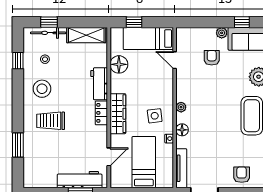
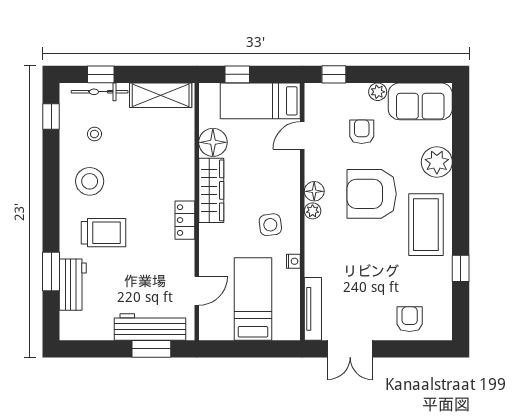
window: (242, 22) -> (334, 74), moved
door: (175, 60) -> (302, 135), hinge flipped
window: (18, 61) -> (51, 116), moved
workbench: (99, 84) -> (73, 285), moved, turned 180
armchair: (218, 97) -> (372, 194), added
wardrobe: (118, 114) -> (211, 190), moved
trolley: (51, 121) -> (103, 233), turned 180
floor lamp: (182, 130) -> (314, 191), moved

